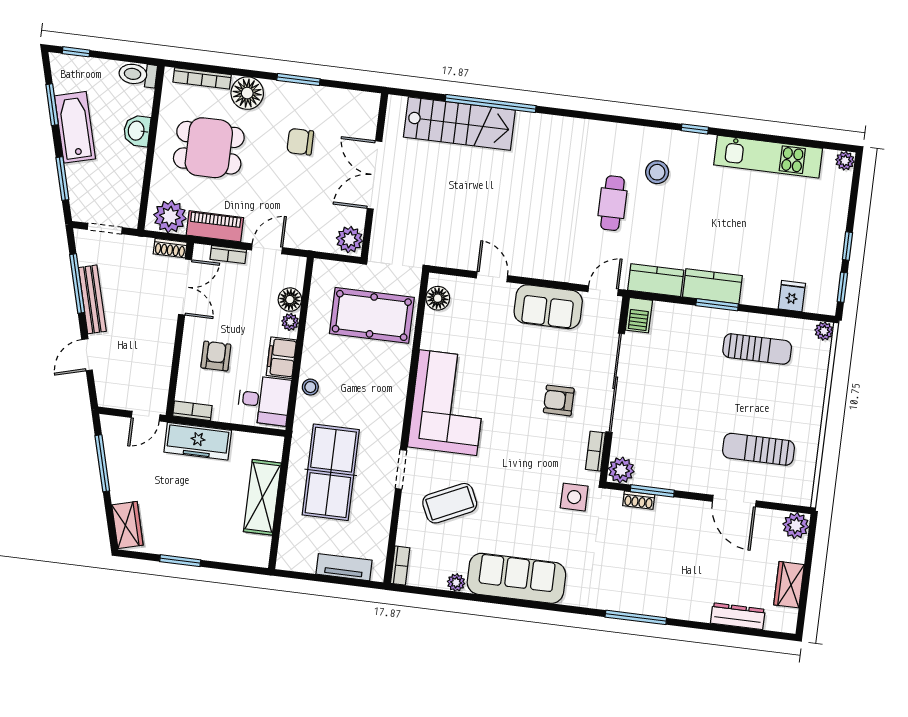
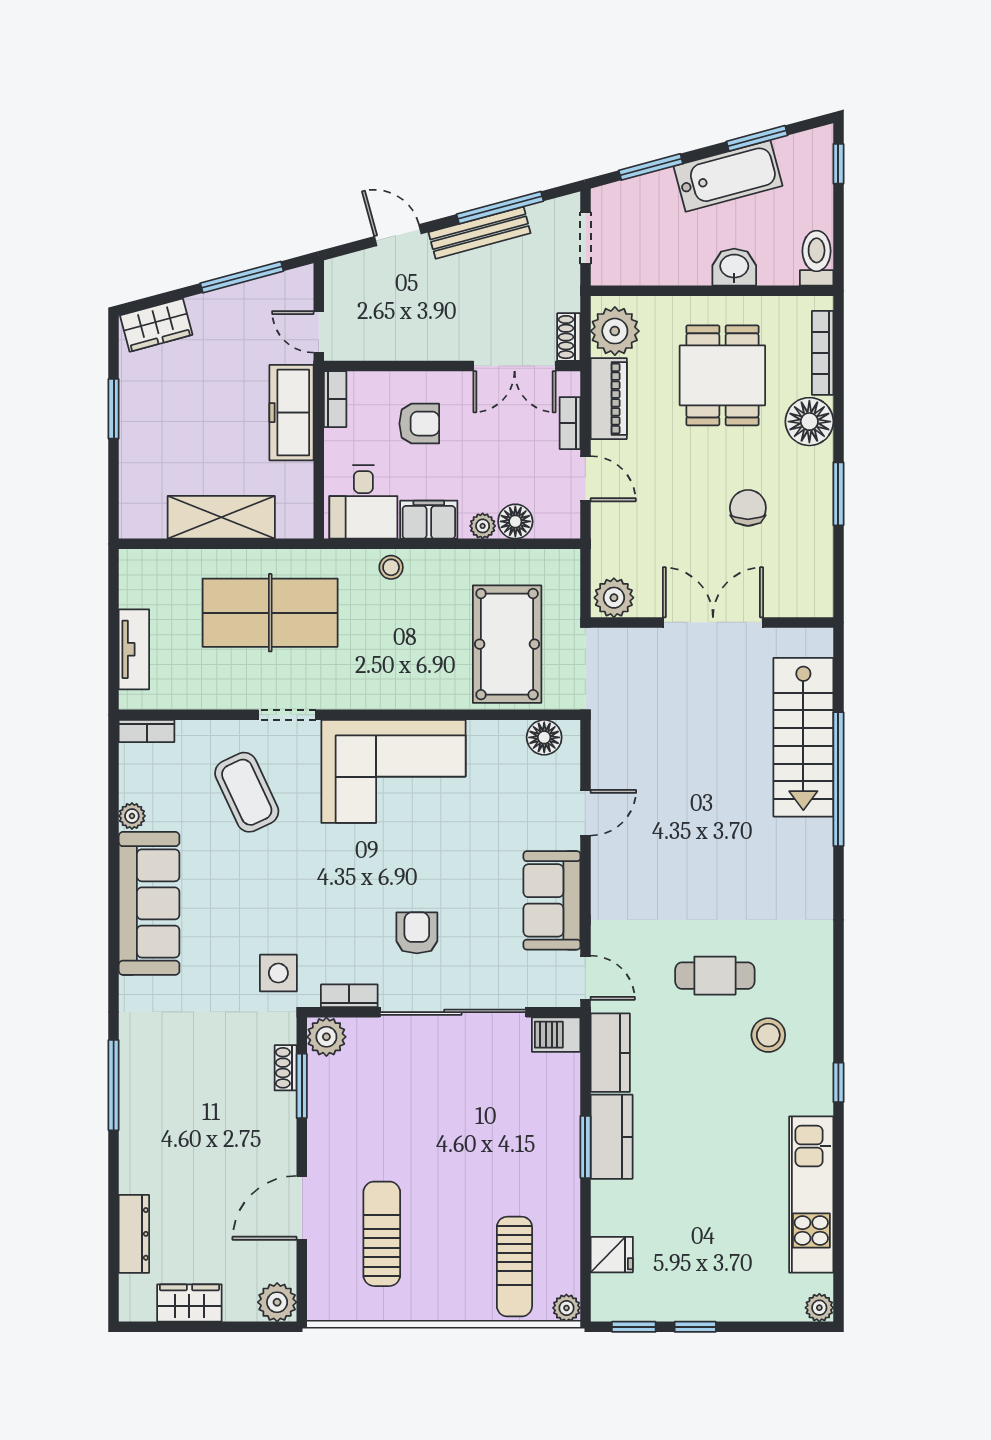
sun lounger: (757, 349) -> (514, 1267), moved

